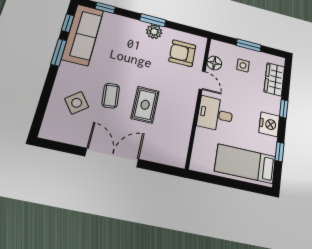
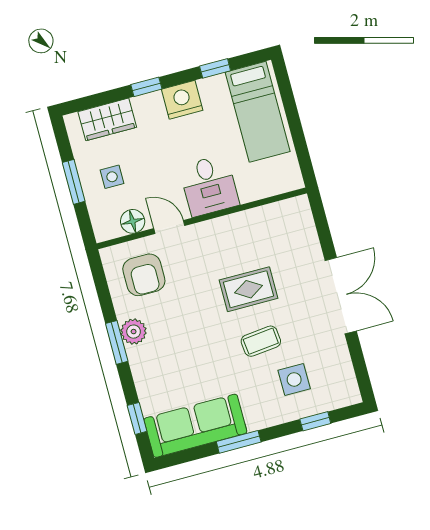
window: (68, 23) -> (315, 421), moved
door: (202, 80) -> (169, 227), hinge flipped
side table: (77, 103) -> (294, 379), turned 38
double door: (112, 158) -> (341, 296), swing flipped

